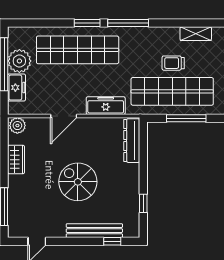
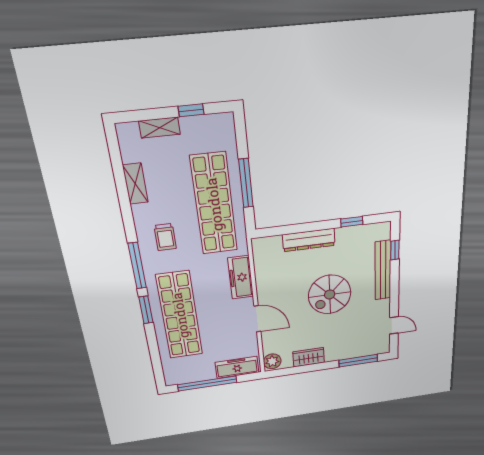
plant: (19, 61) -> (202, 370), removed
trolley: (173, 63) -> (165, 237), moved
freezer: (17, 88) -> (237, 367), width x1.40
dresser: (132, 141) -> (309, 240), moved

